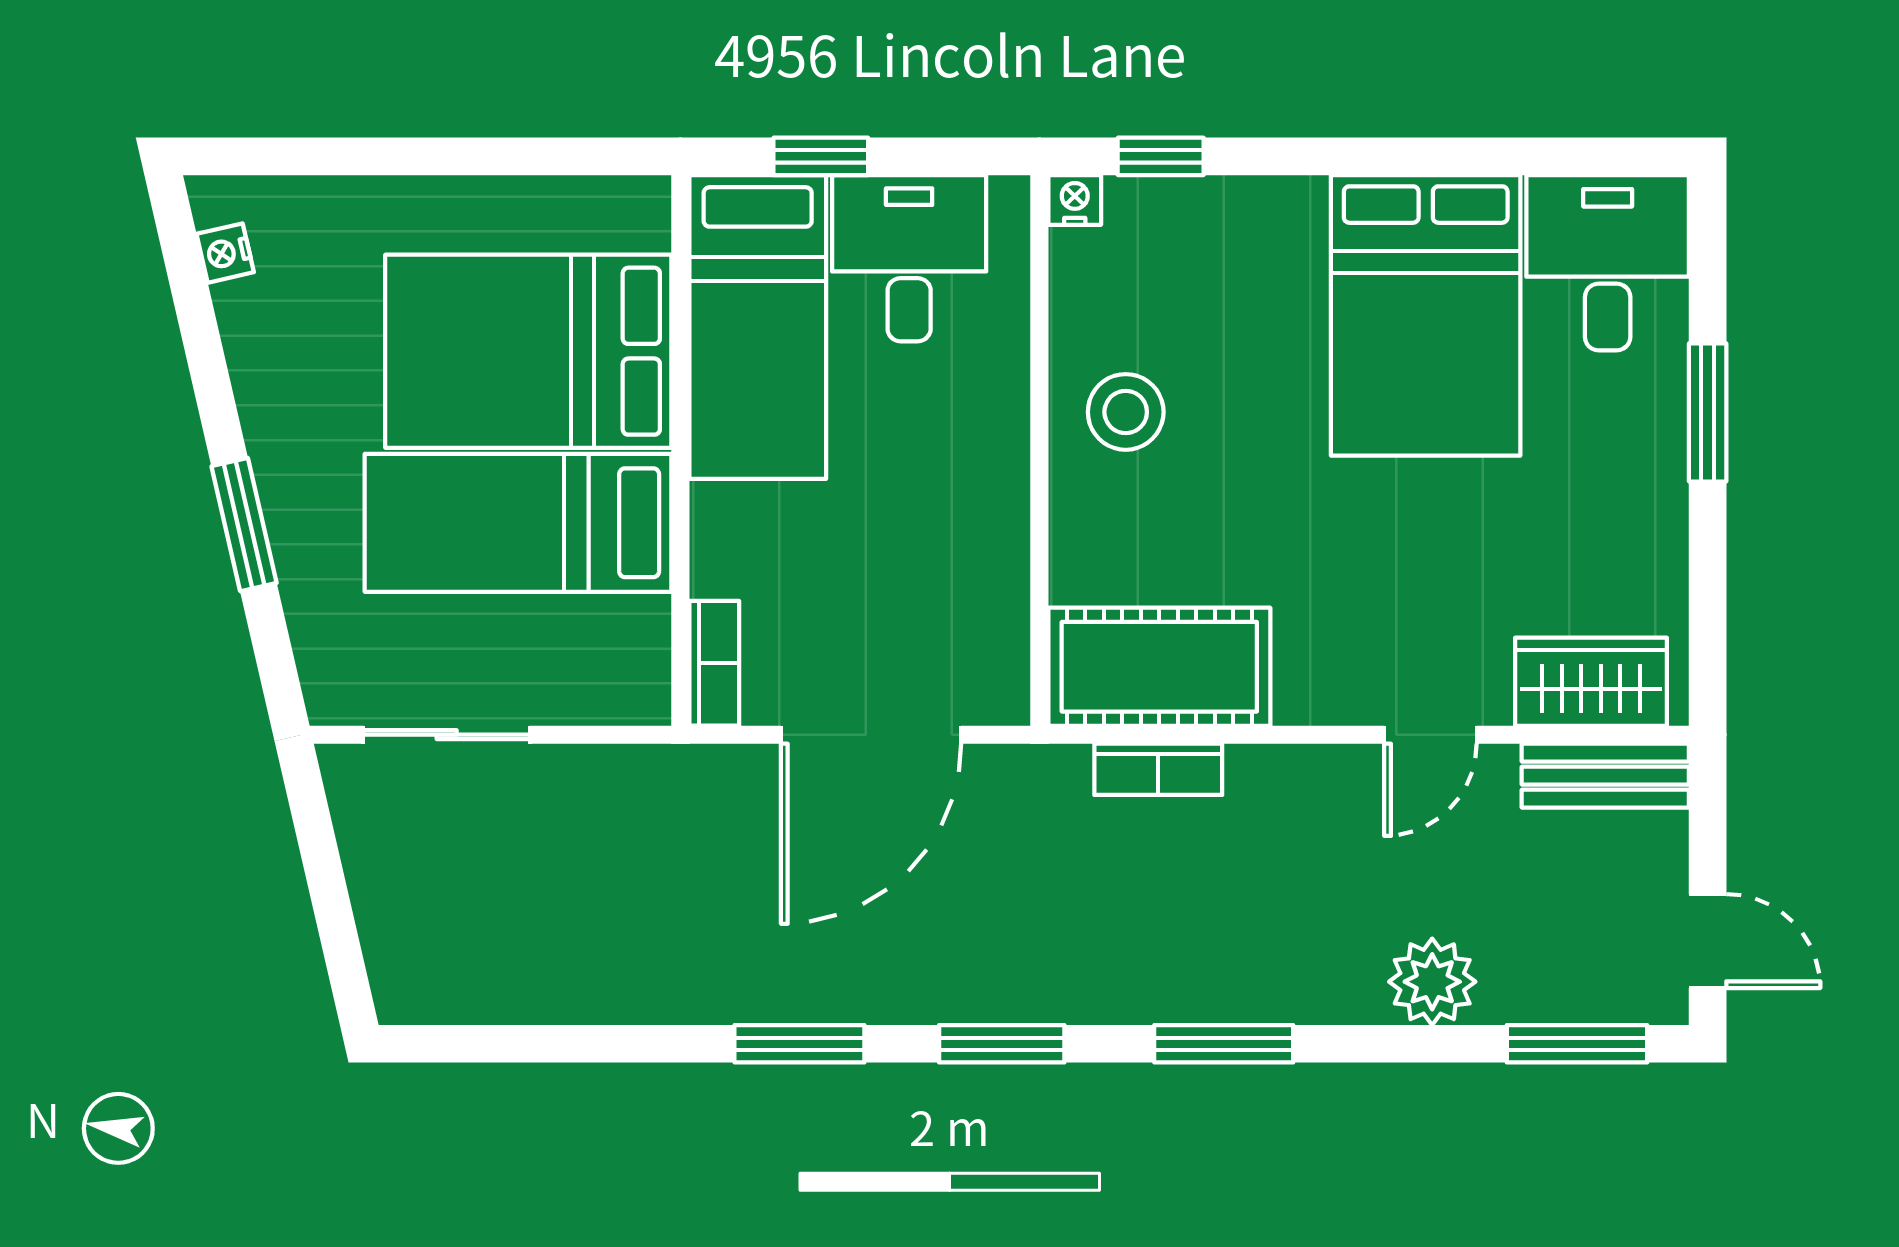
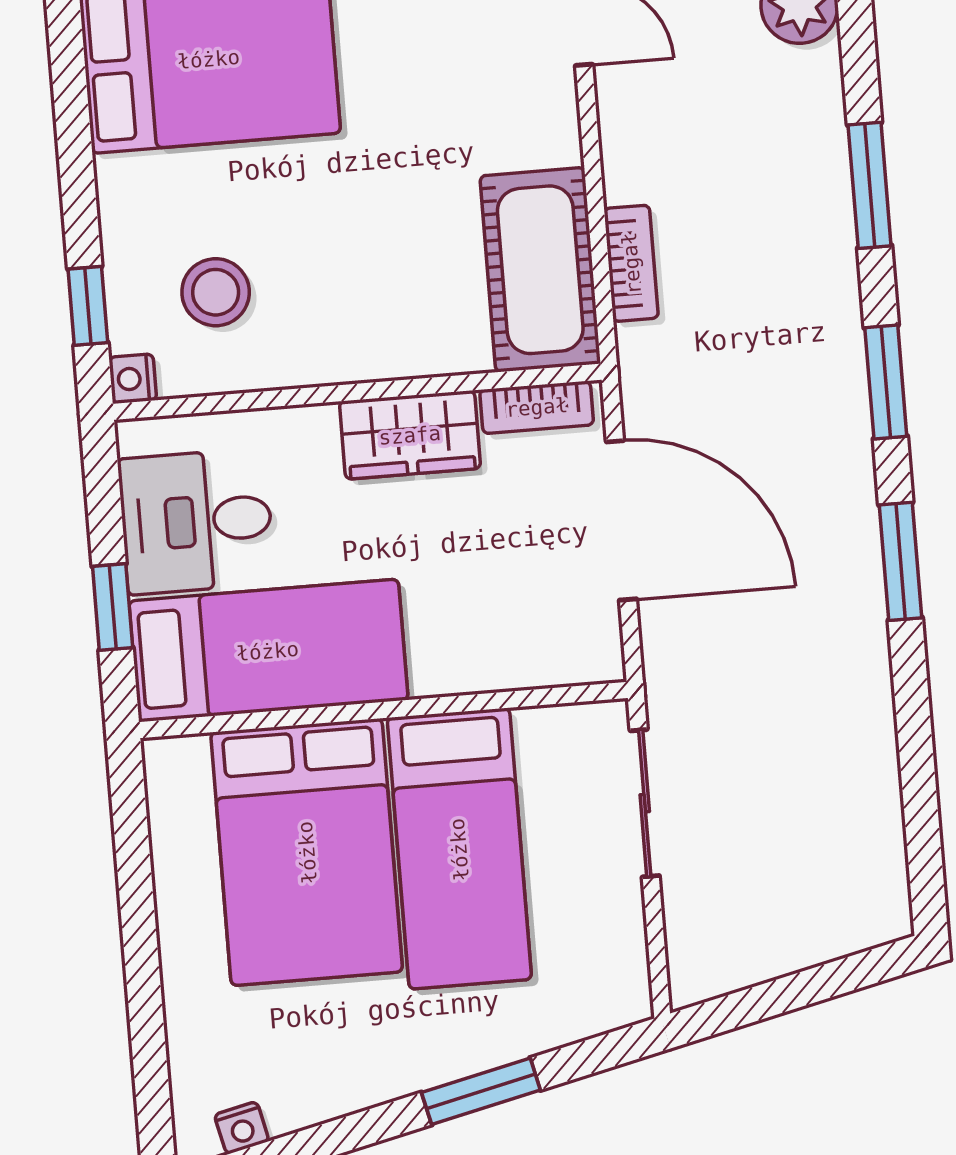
stool: (1126, 412) -> (216, 292), moved
wardrobe: (986, 506) -> (410, 435), added
bookcase: (714, 663) -> (537, 407), moved, turned 180
sliding door: (447, 735) -> (645, 803), moved

